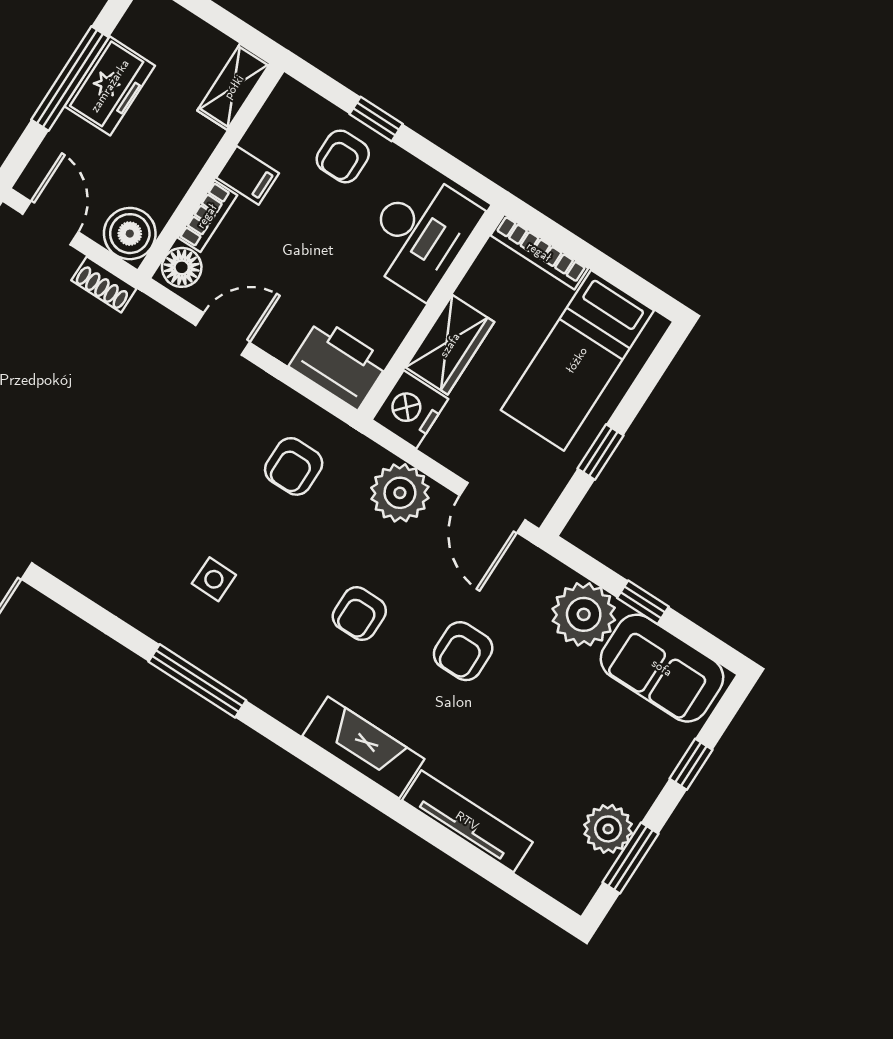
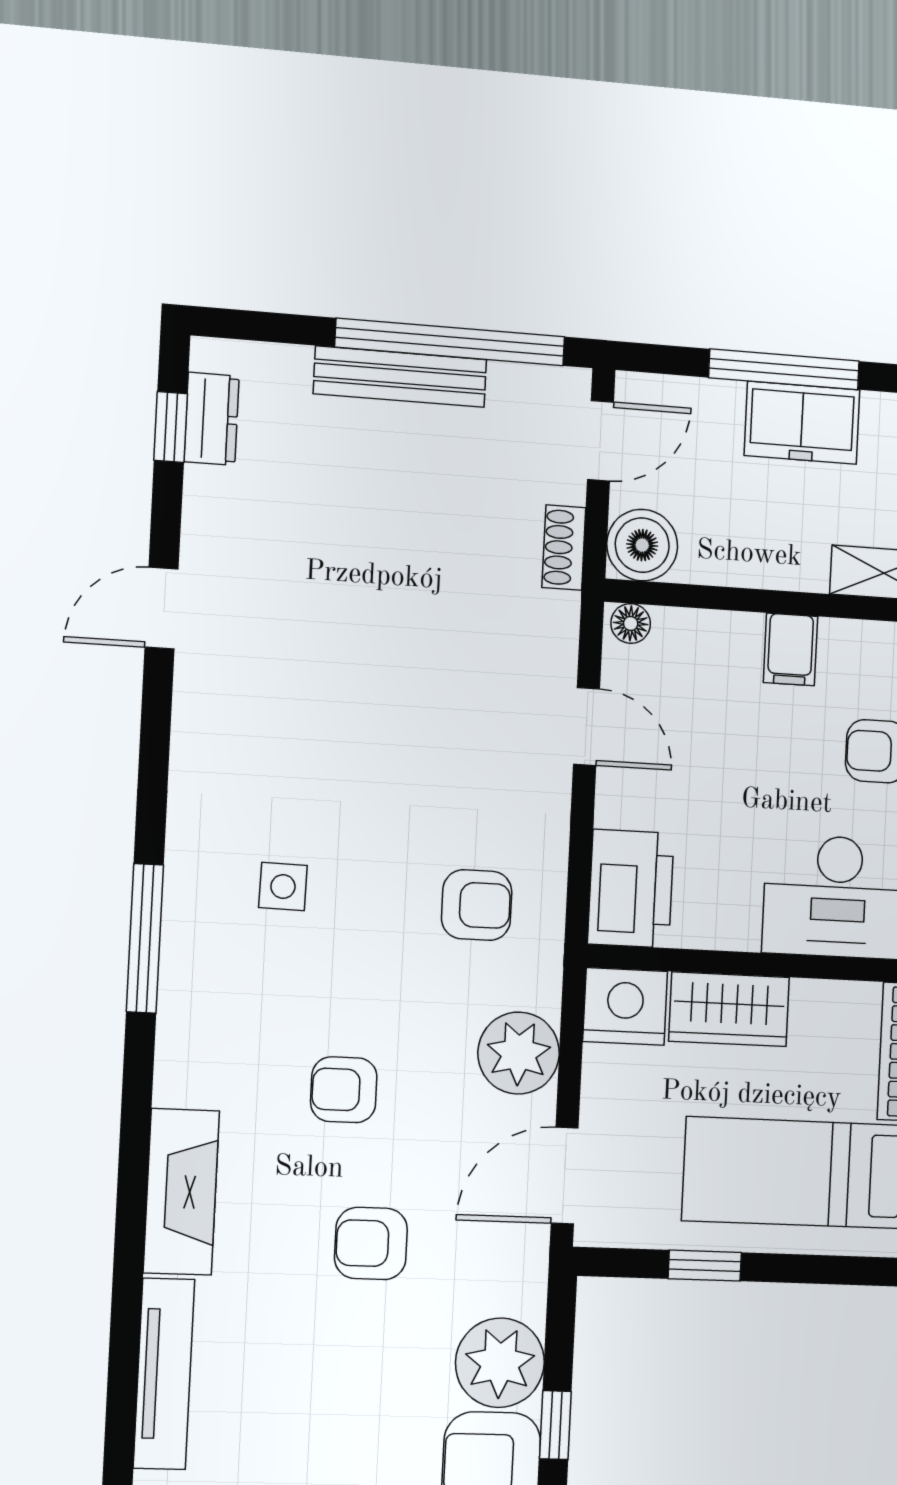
bookcase: (207, 216) -> (715, 628), removed
floor lamp: (182, 267) -> (631, 623), width x0.73, depth x0.73
armchair: (294, 466) -> (477, 905), turned 180

